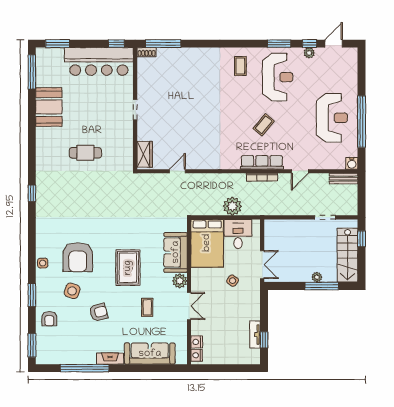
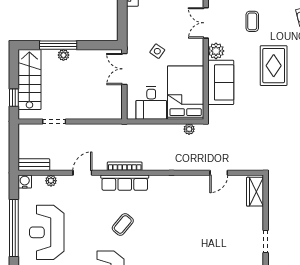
plant: (328, 164) -> (51, 181), added
plant: (232, 206) -> (189, 129), moved, width x0.53, depth x0.53

